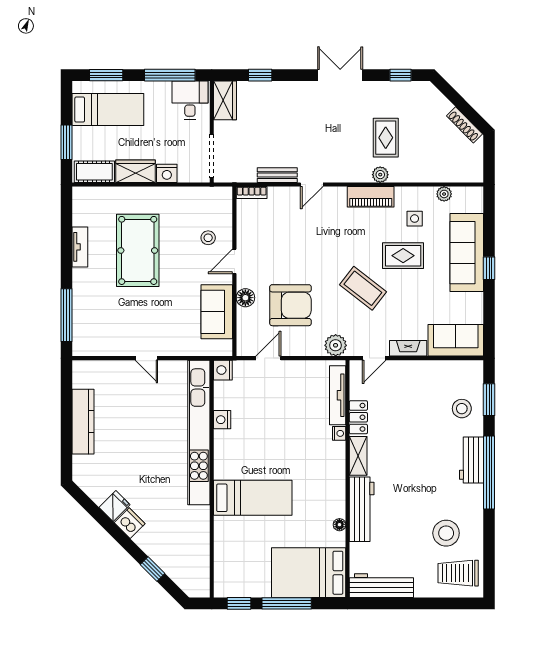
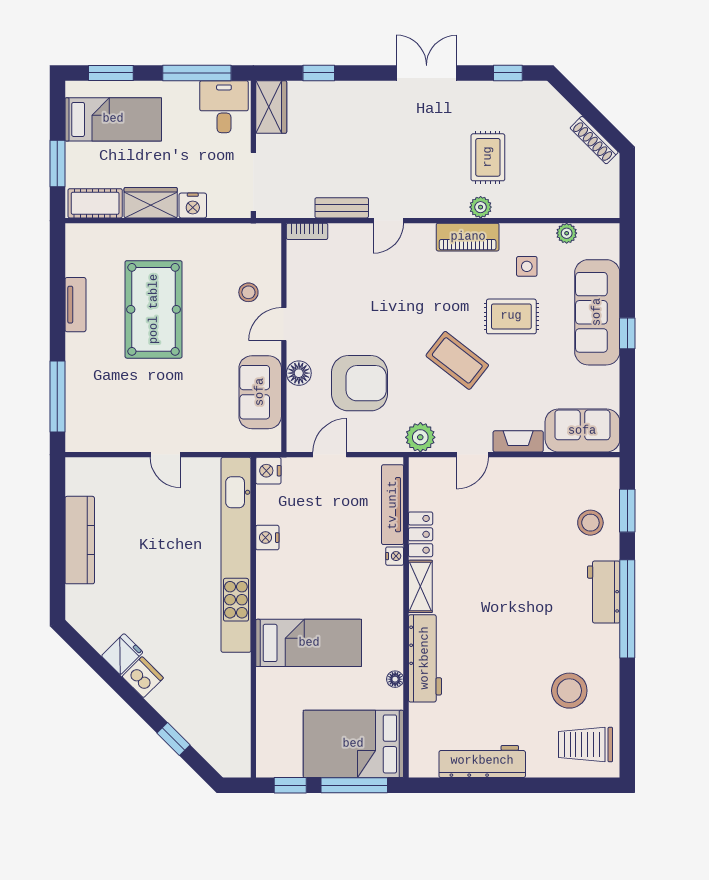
tv unit: (338, 395) -> (393, 505), moved
locker: (358, 417) -> (421, 534), moved
nightstand: (339, 433) -> (395, 556), moved
shelving: (358, 456) -> (420, 586), moved
wall: (348, 479) -> (406, 617), moved
workbench: (362, 509) -> (425, 658), moved
floor lamp: (339, 525) -> (395, 679), moved
bed: (309, 573) -> (353, 744), moved

